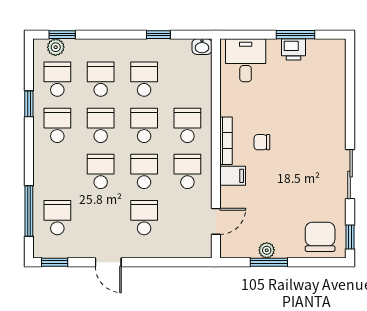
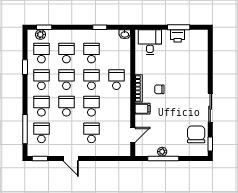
school desk: (187, 171) -> (41, 106), moved
chair: (320, 237) -> (196, 134), moved
window: (269, 262) -> (163, 159), width x1.44

